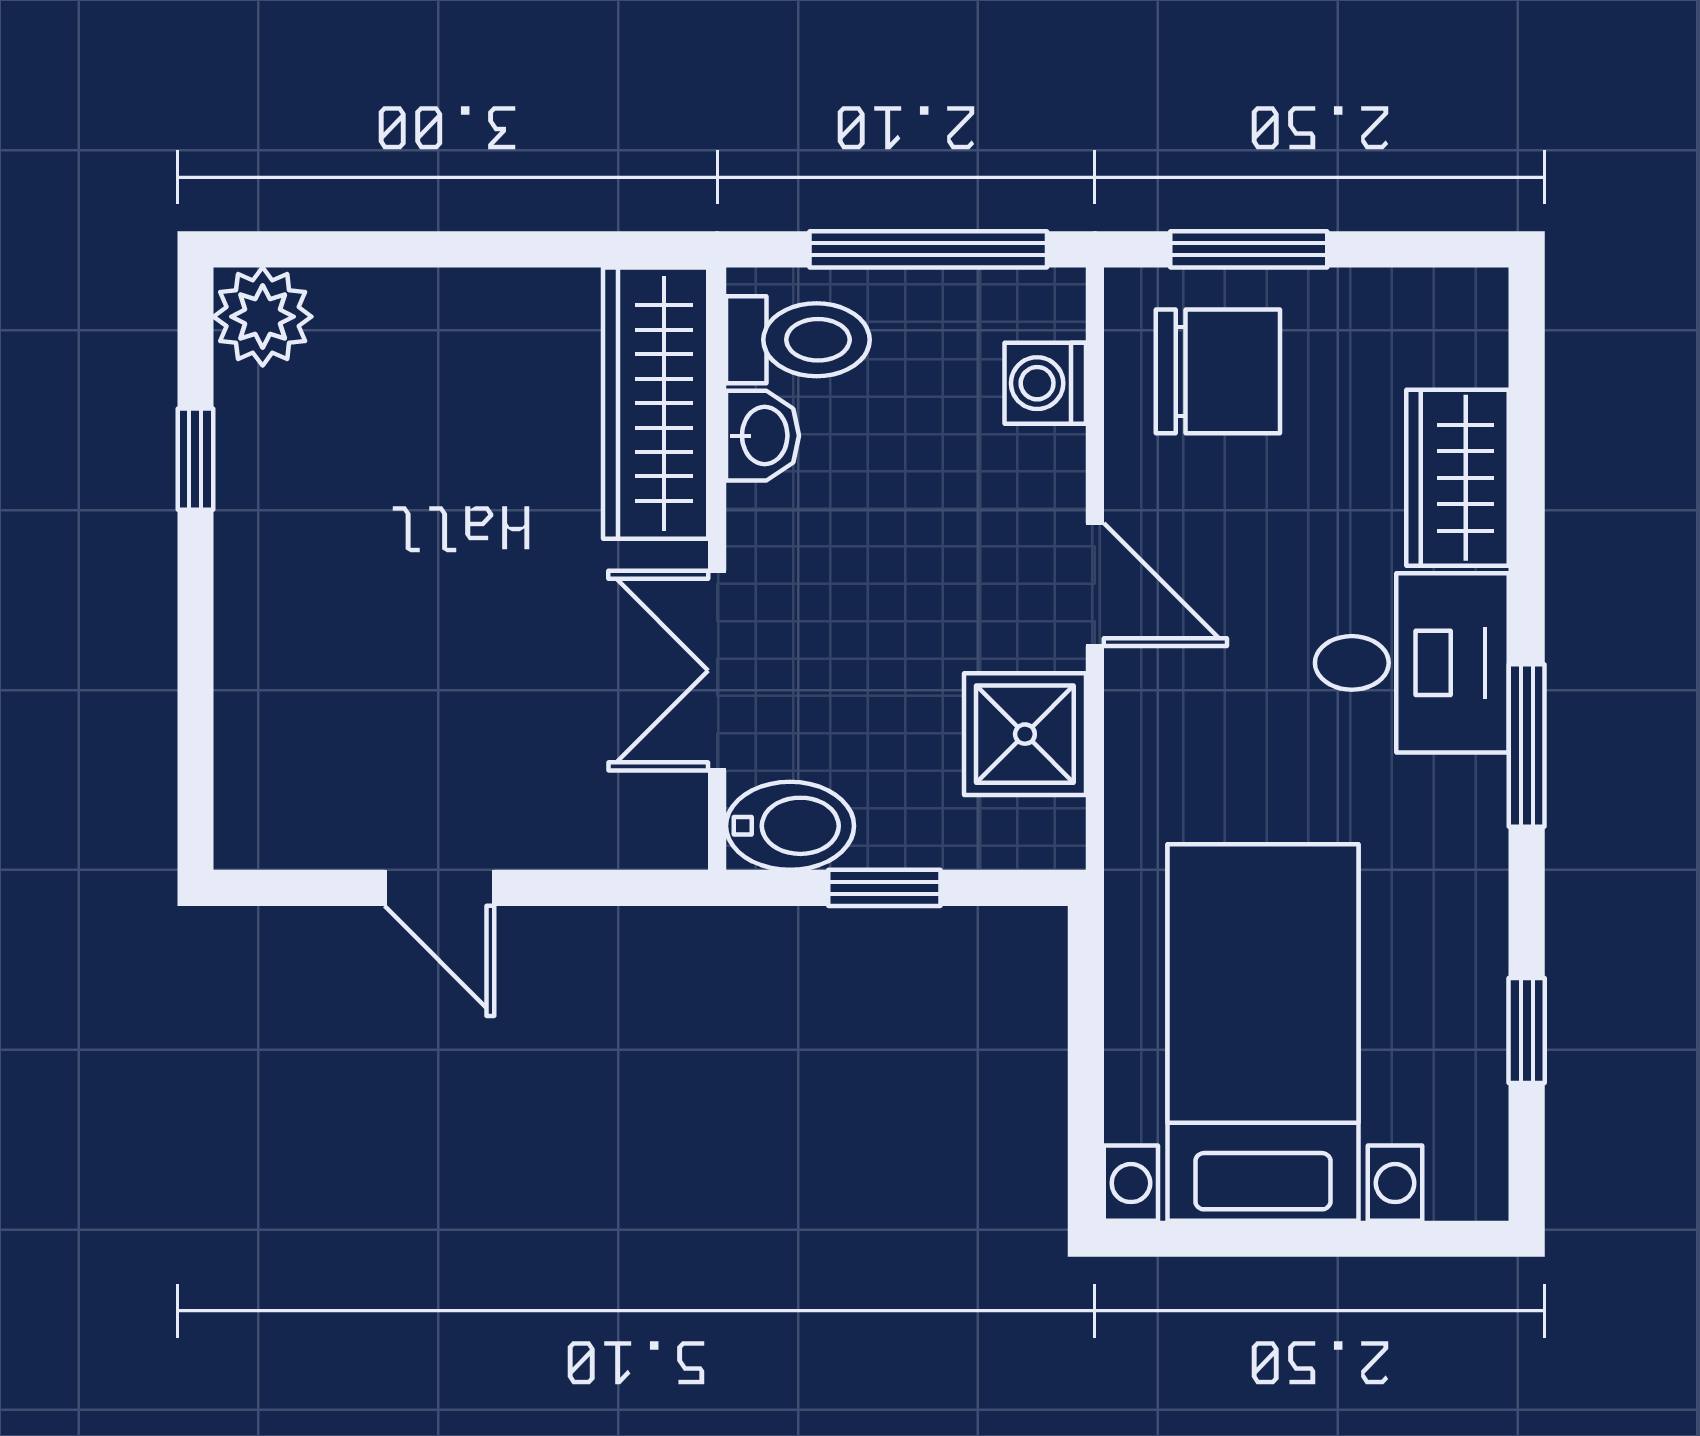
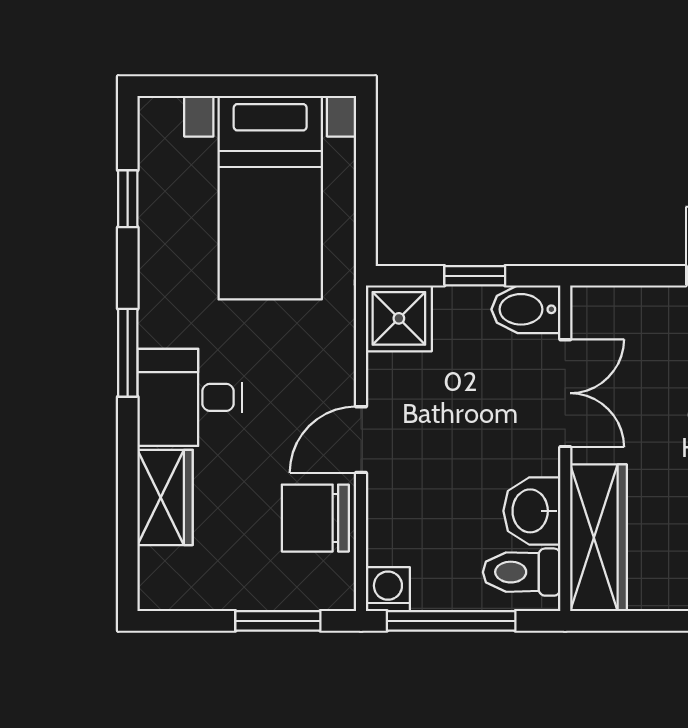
chair: (1218, 371) -> (315, 518), moved
washing machine: (1045, 383) -> (388, 589), moved, turned -90
washbasin: (763, 436) -> (532, 511), width x1.38, depth x1.45
door: (1095, 585) -> (361, 440), hinge flipped
shower: (1025, 734) -> (399, 318), moved

